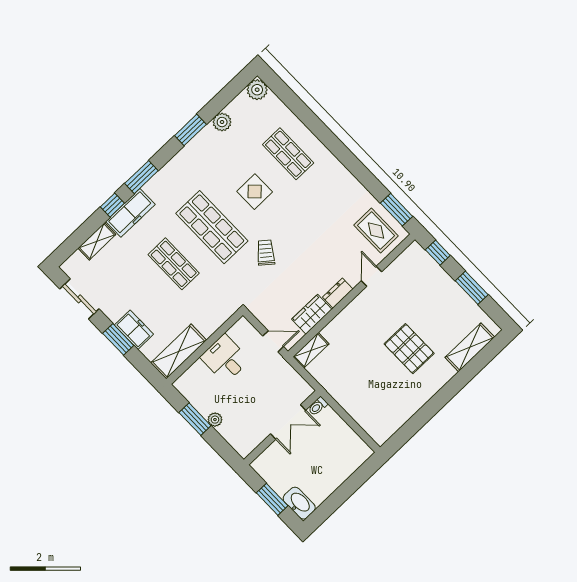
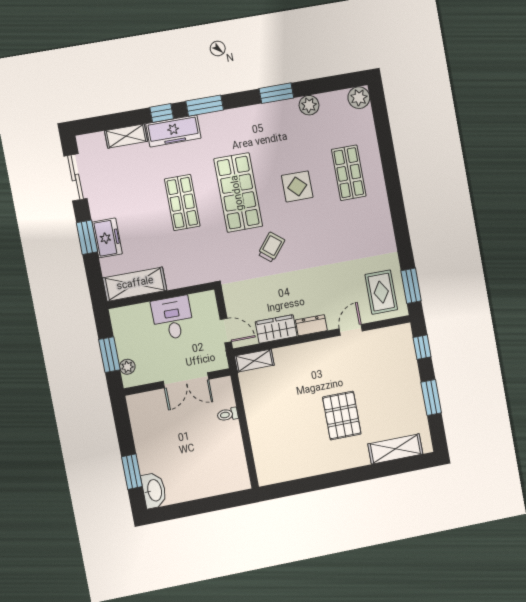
double door: (288, 422) -> (186, 380), moved
wall: (282, 428) -> (177, 382), moved

